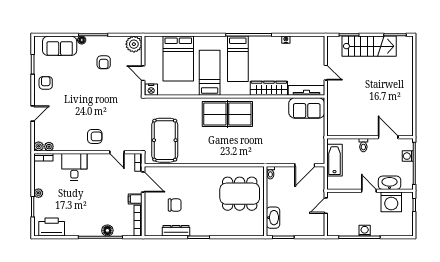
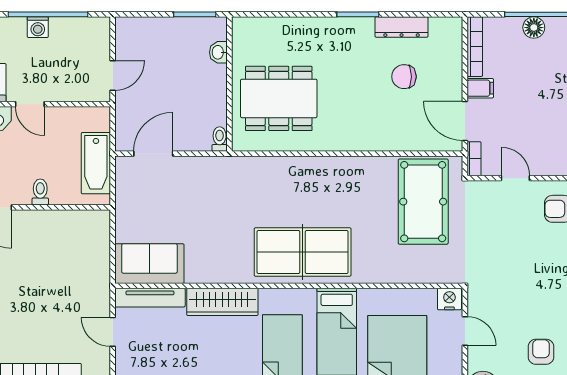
washbasin: (273, 218) -> (218, 52), width x0.52, depth x0.69

